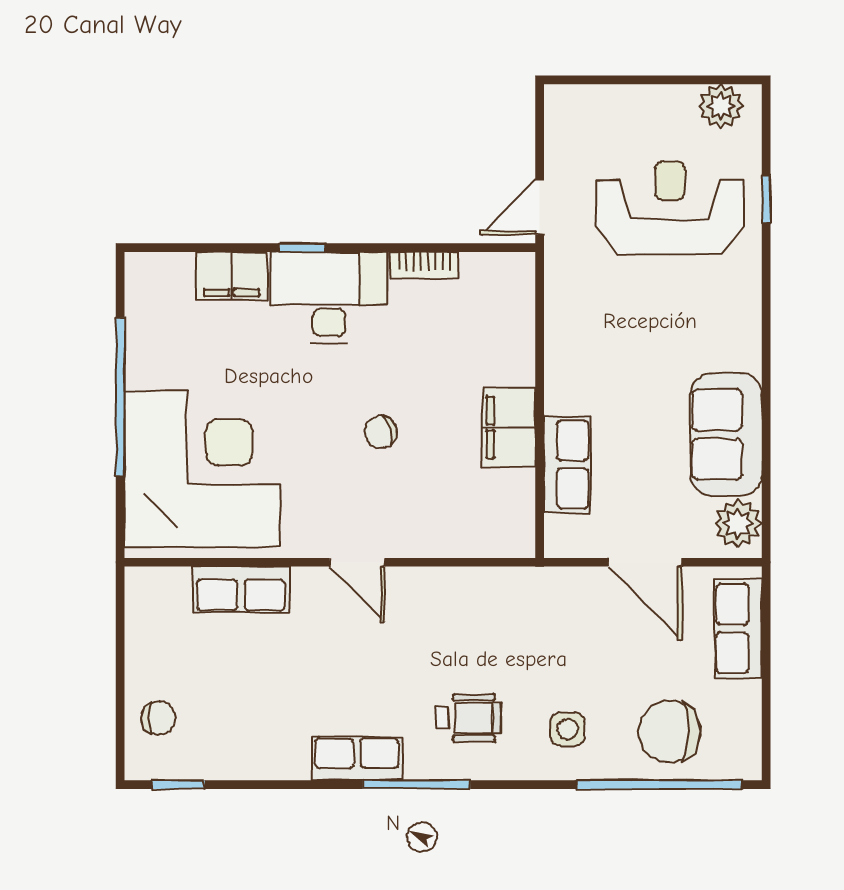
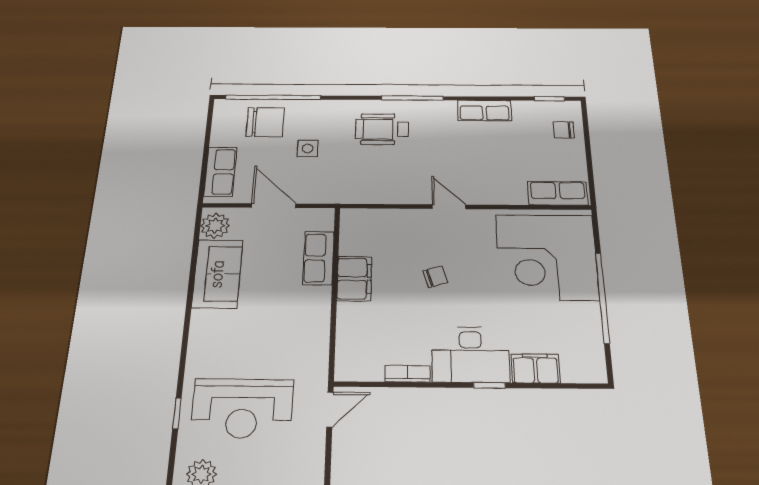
row of seats: (241, 590) -> (558, 193), moved
wheelchair: (469, 718) -> (382, 129), width x1.36, depth x1.37
side table: (568, 729) -> (308, 148), moved
row of seats: (357, 758) -> (484, 111), moved

